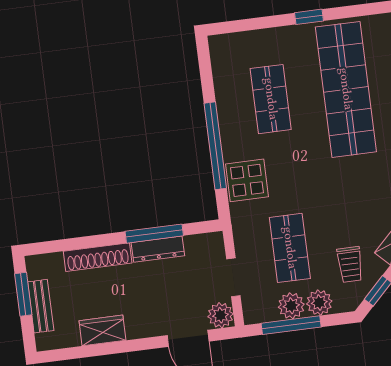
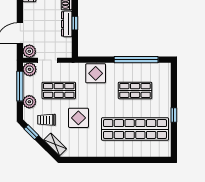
window: (215, 146) -> (136, 60), moved
display table: (338, 203) -> (78, 118), added
window: (154, 234) -> (75, 23), width x0.46
plant: (291, 306) -> (30, 69), moved

